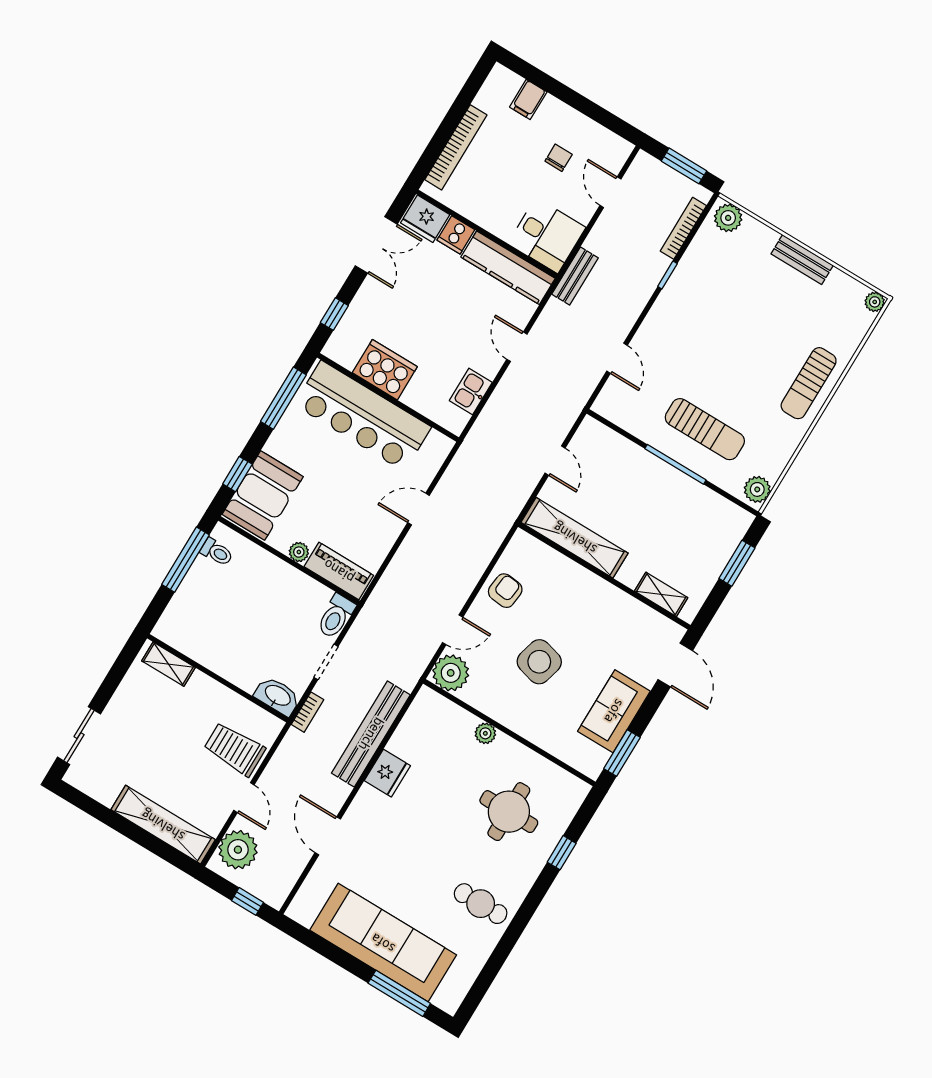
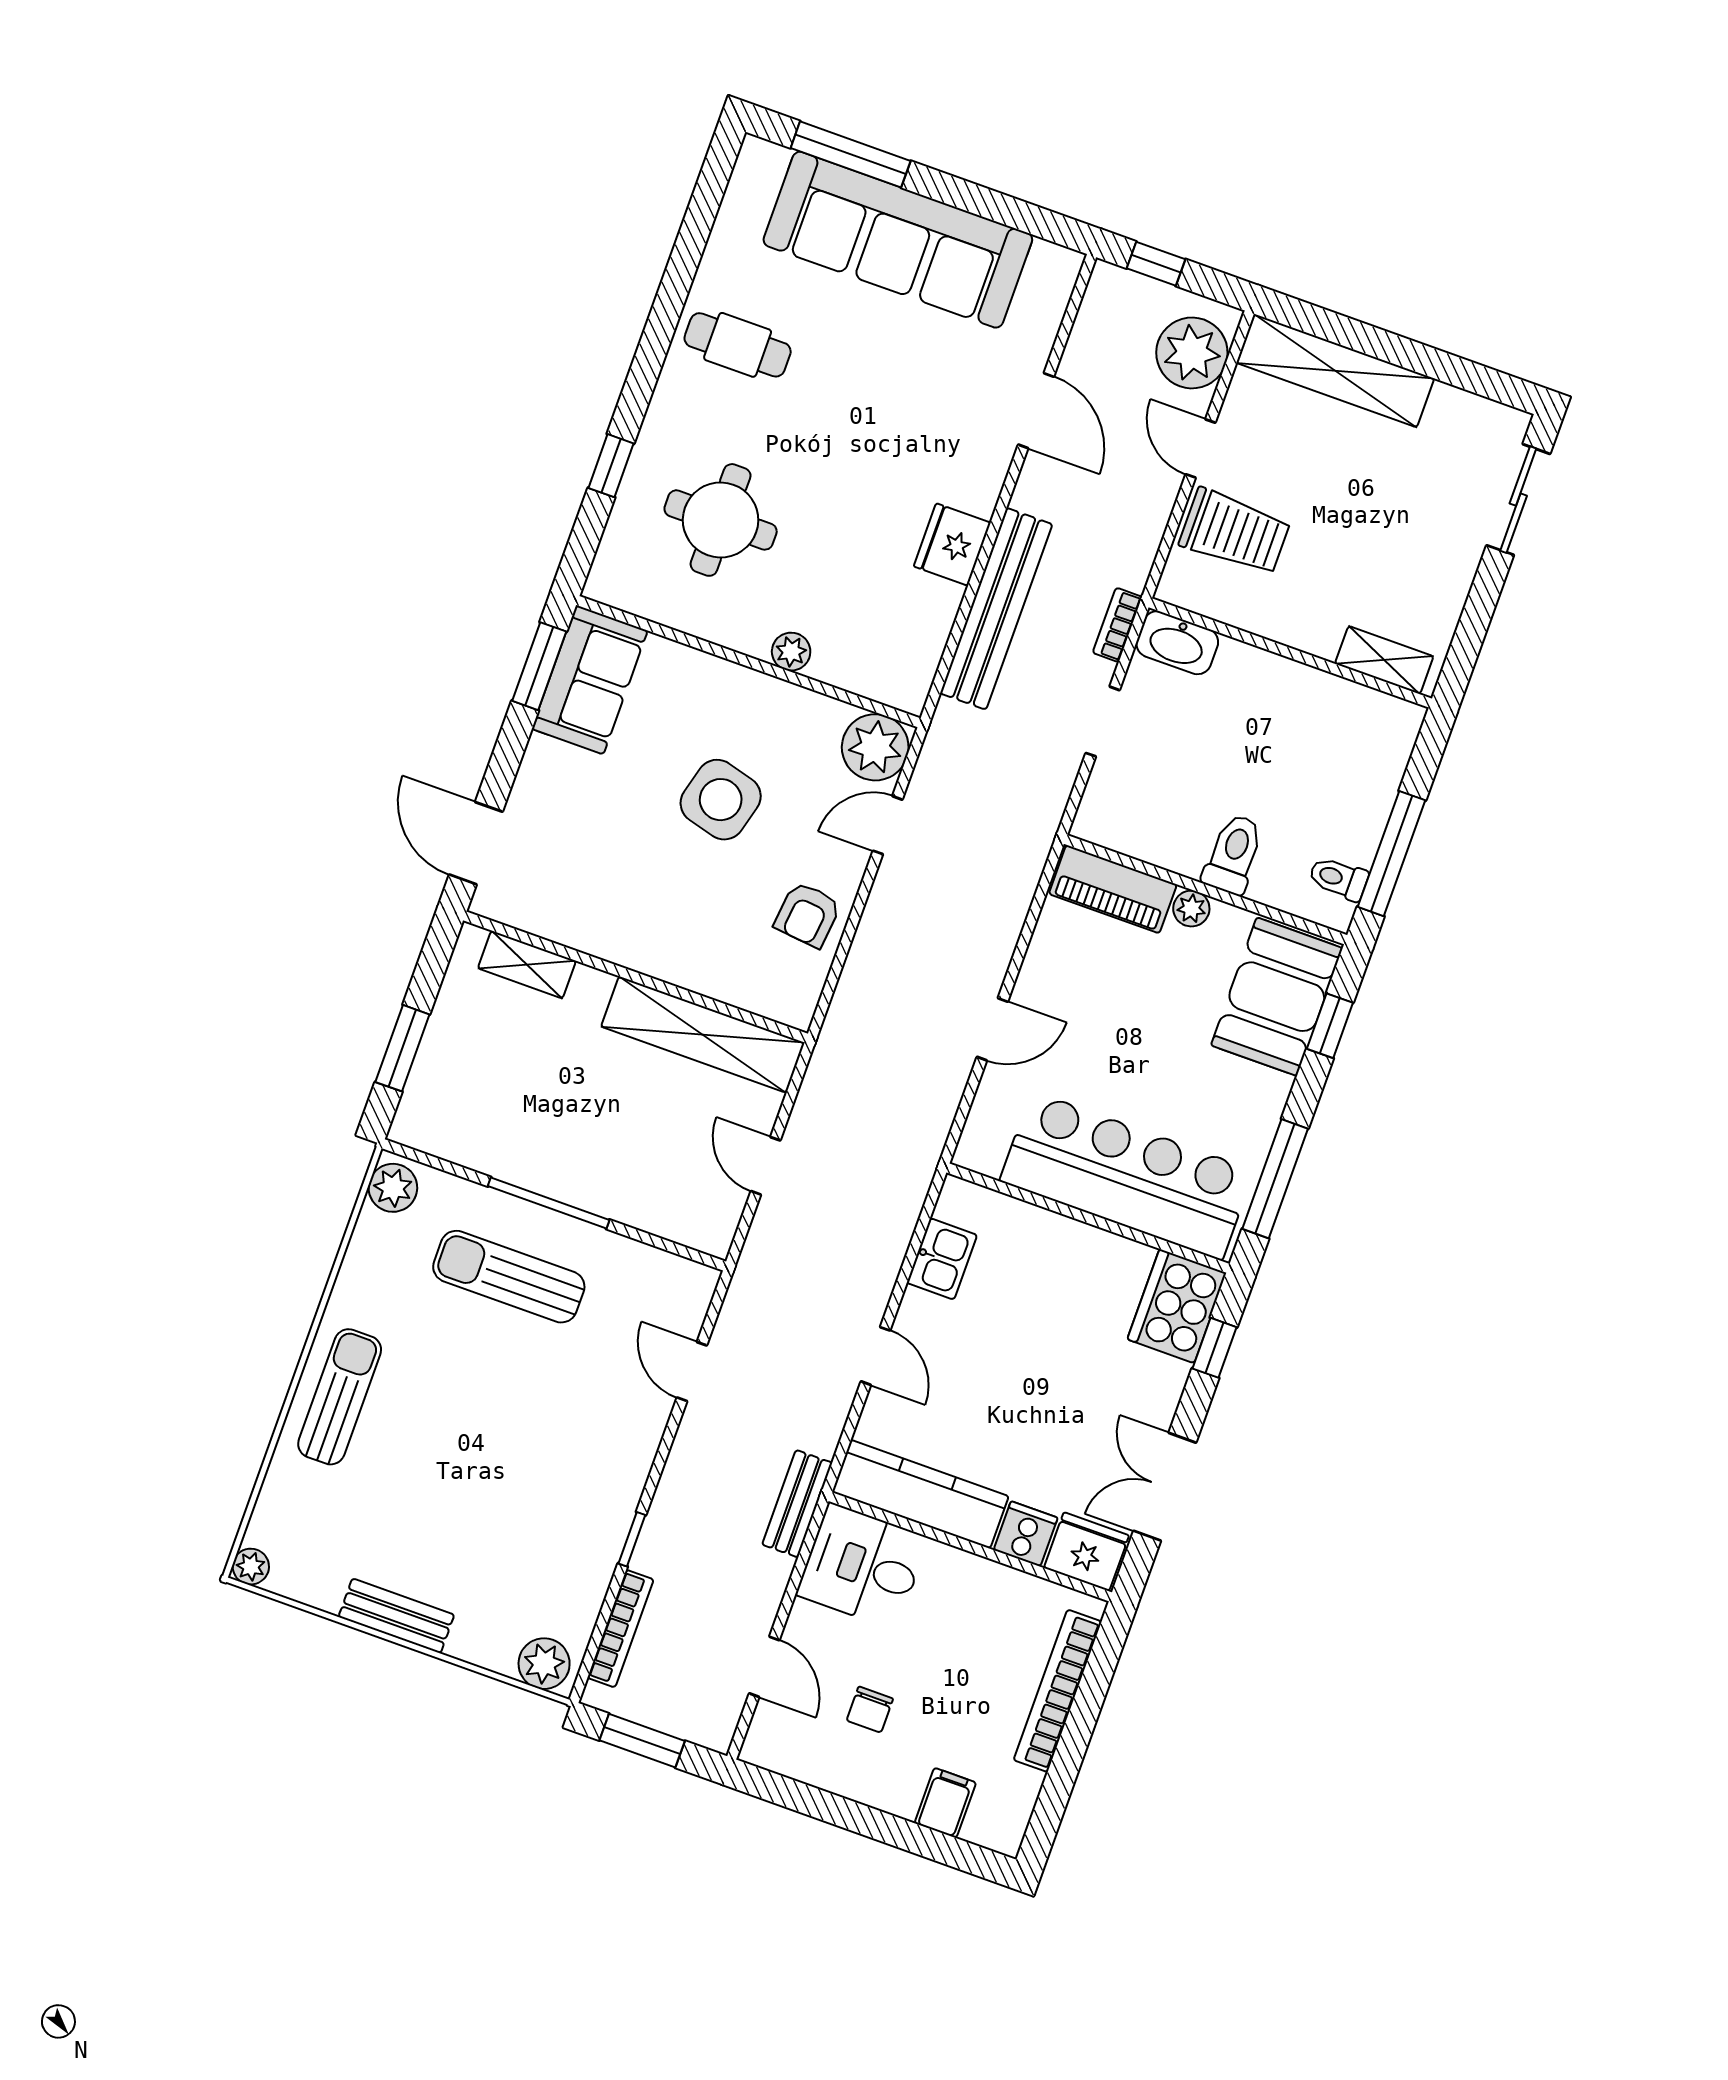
cooker: (385, 370) -> (1177, 1306), moved, turned 90
toilet: (336, 616) -> (1233, 854), moved
sofa: (614, 711) -> (590, 680), moved

